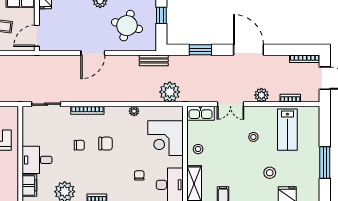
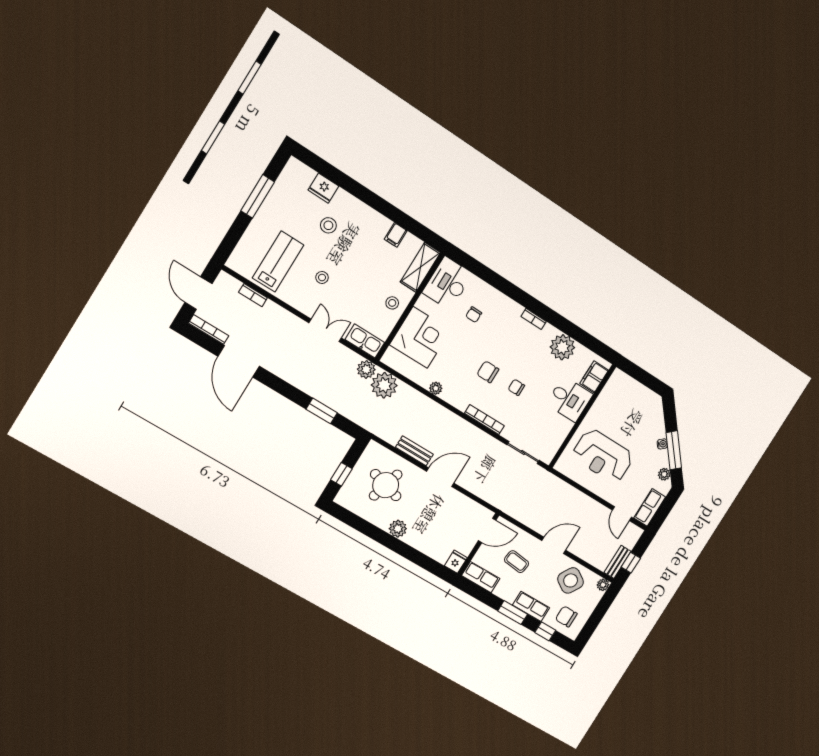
door: (249, 50) -> (239, 361), moved
bench: (154, 60) -> (414, 451), moved
plant: (261, 95) -> (366, 369), moved

